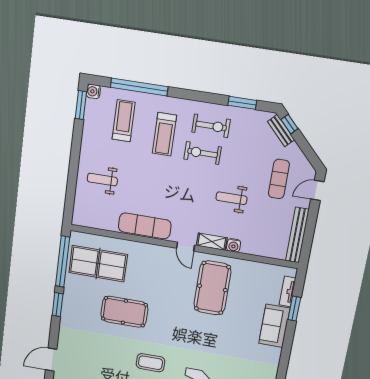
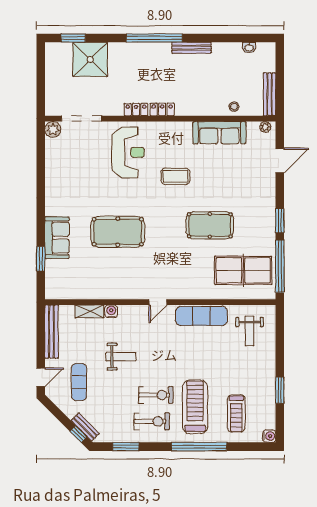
window: (139, 87) -> (199, 447), moved
window: (81, 105) -> (280, 390), moved
exercise bike: (211, 126) -> (152, 421), turned 180
treadmill: (164, 134) -> (195, 407), width x1.37, depth x1.38
weight bench: (102, 180) -> (249, 331), moved, turned 90
shelving: (212, 242) -> (89, 311), moved
door: (186, 247) -> (158, 302), swing flipped
pool table: (212, 288) -> (118, 232), moved, turned 90
tv unit: (287, 291) -> (51, 275), removed

